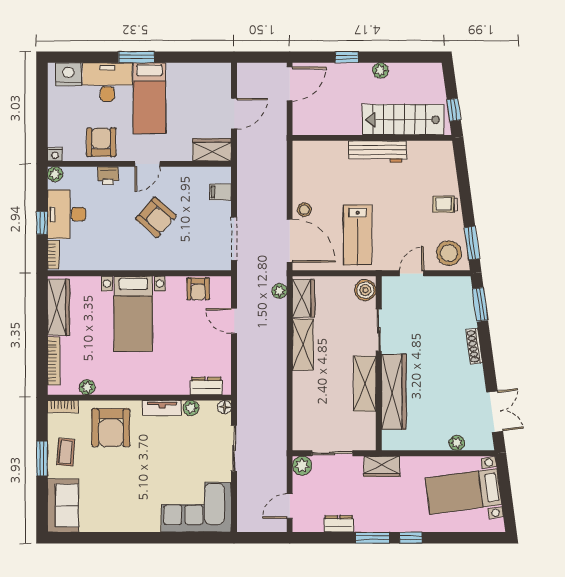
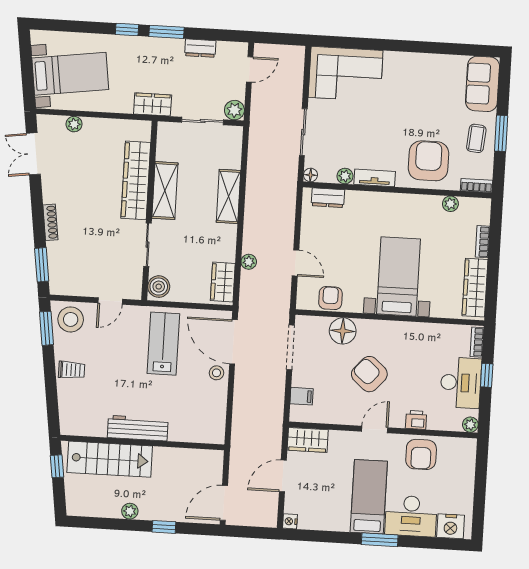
nightstand: (55, 154) -> (290, 521), moved, turned -90
floor lamp: (184, 258) -> (343, 331), added
plant: (279, 291) -> (249, 262), moved
shelving: (303, 344) -> (229, 196), moved
bookcase: (54, 361) -> (483, 242), width x0.64

